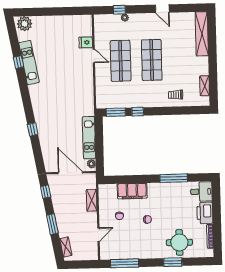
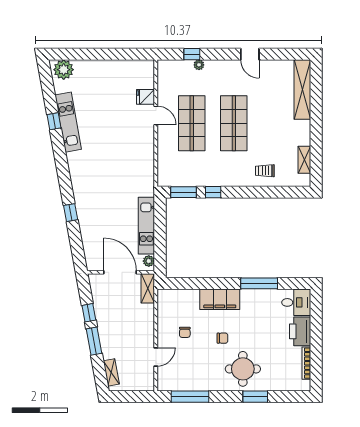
filing cabinet: (132, 191) -> (220, 299), moved
window: (46, 192) -> (89, 313), moved
shelving: (92, 200) -> (148, 288), moved
round table: (179, 242) -> (243, 369), moved

